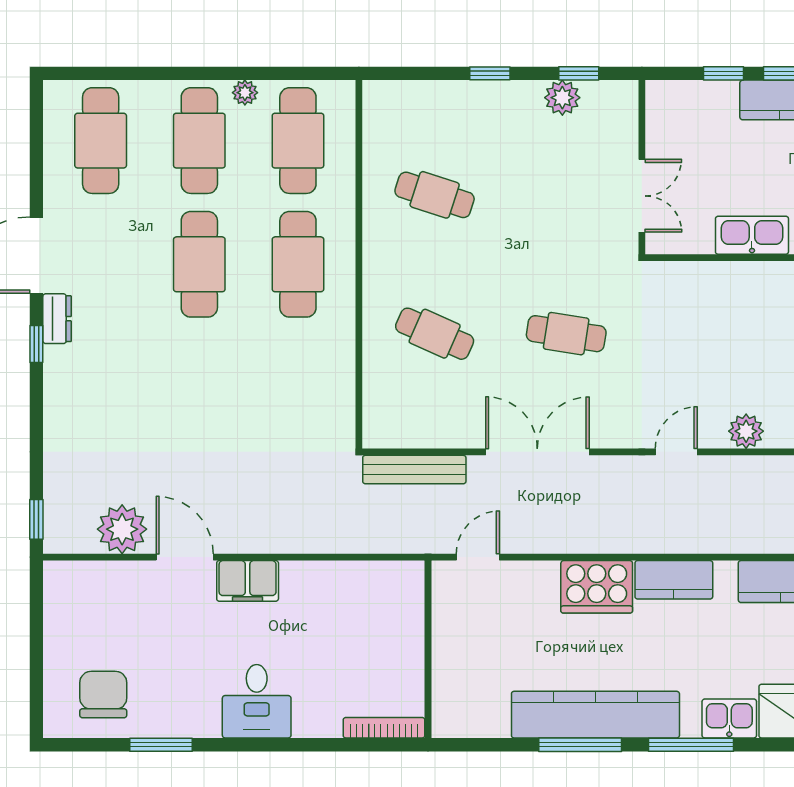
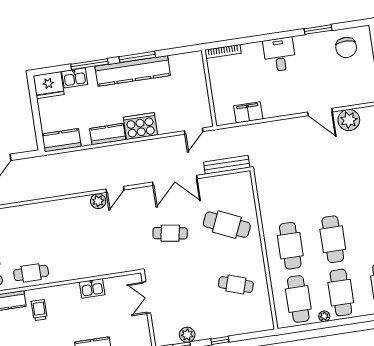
kitchen sink: (752, 235) -> (92, 288), width x0.73
cafe table: (435, 334) -> (227, 225), width x1.37, depth x1.35
plant: (746, 431) -> (98, 201), moved
filing cabinet: (248, 581) -> (248, 112), moved

